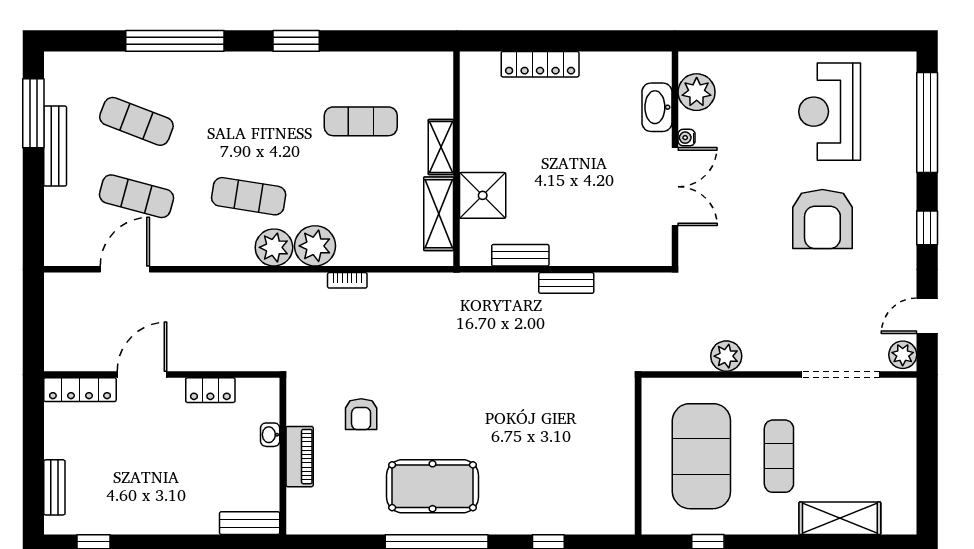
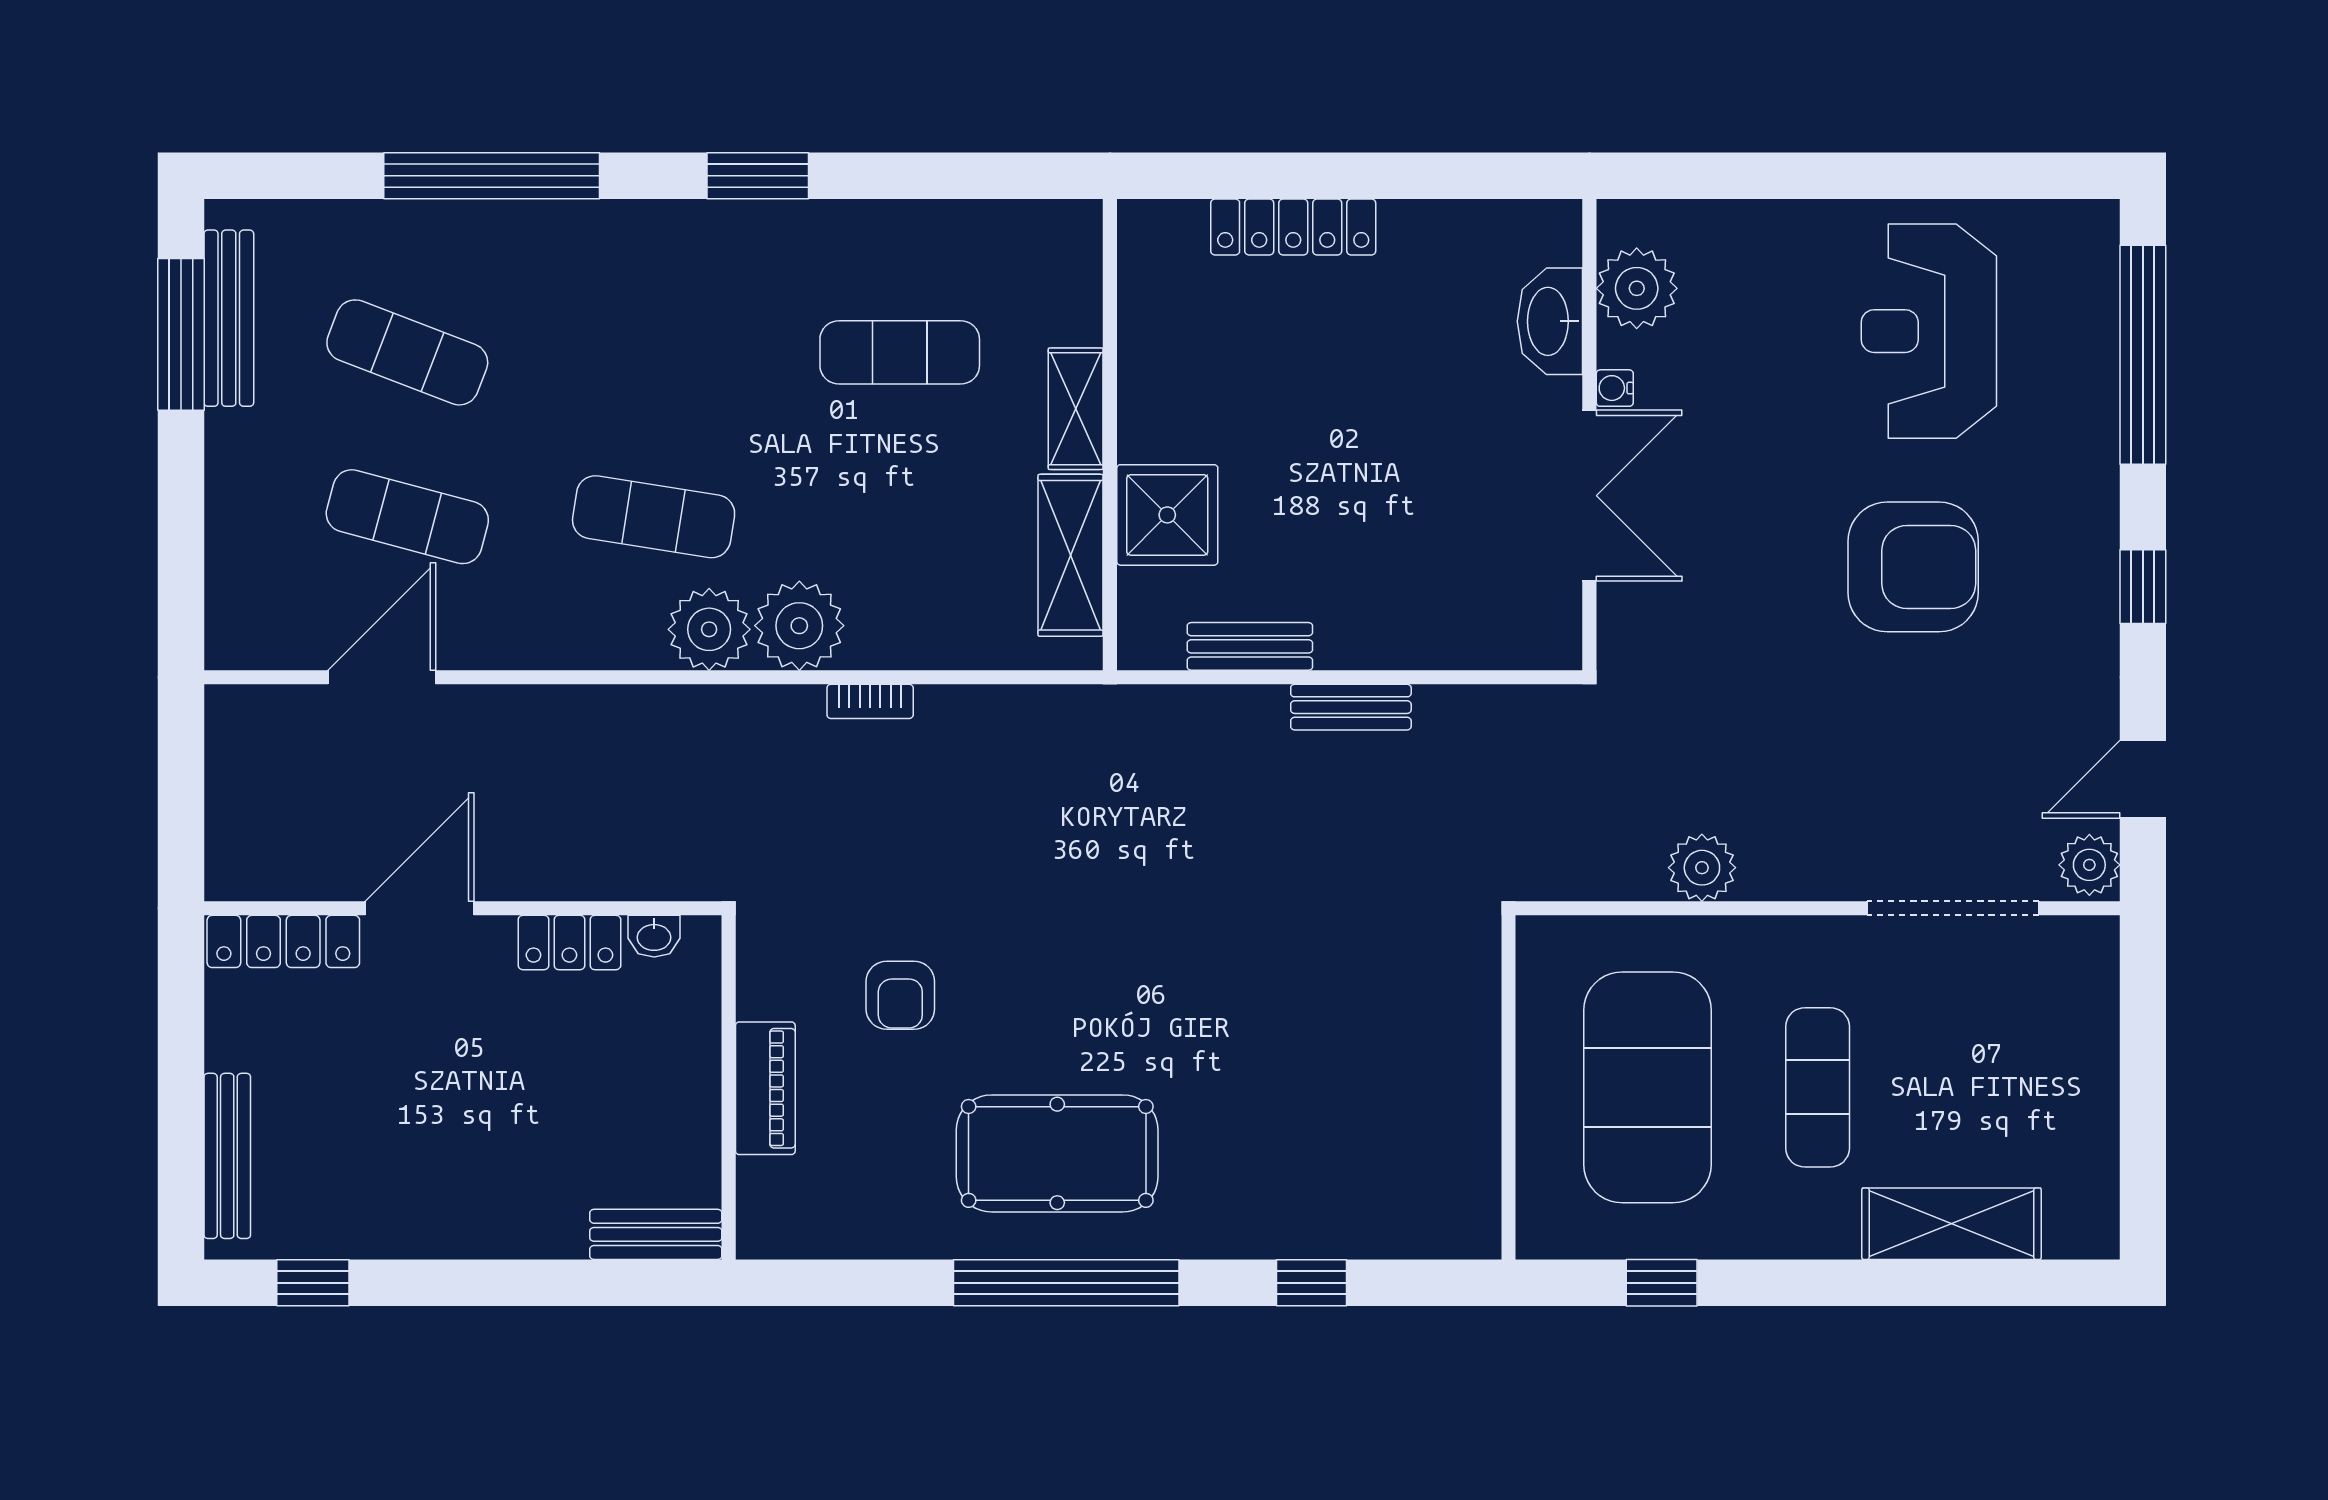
bench: (55, 146) -> (229, 318), moved
armchair: (822, 219) -> (1913, 567), turned -90
washbasin: (270, 435) -> (654, 936), moved, turned -90
bench: (54, 487) -> (227, 1156), width x1.36

